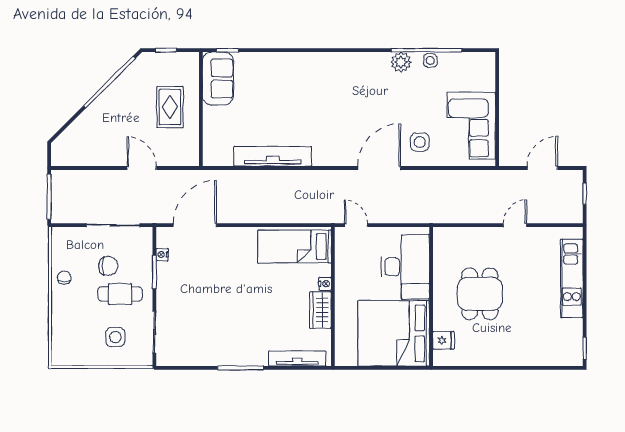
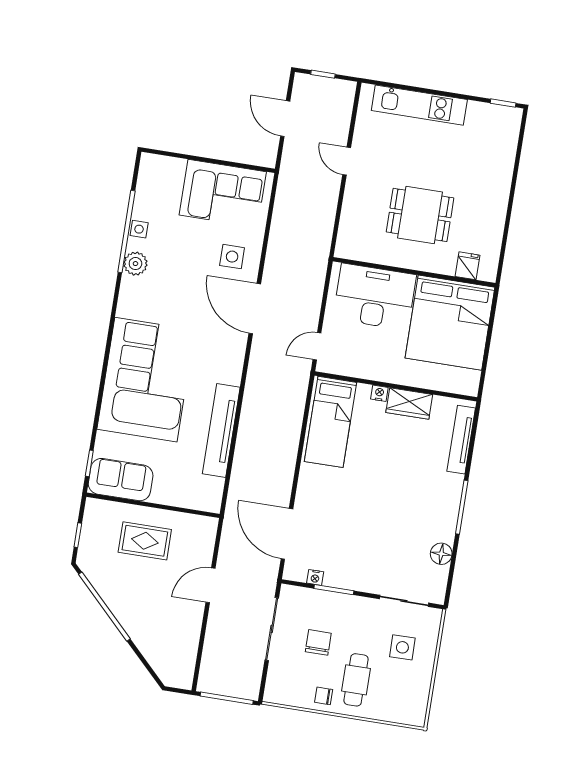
corner sofa: (305, 86) -> (146, 380), added
cafe table: (120, 294) -> (356, 680), moved
floor lamp: (199, 357) -> (441, 554), added

